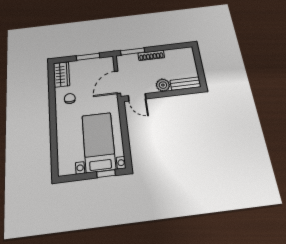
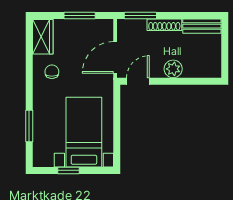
bench: (185, 84) -> (202, 26), moved
door: (137, 97) -> (138, 81), swing flipped
window: (54, 143) -> (29, 126), added
window: (106, 174) -> (68, 170), moved

